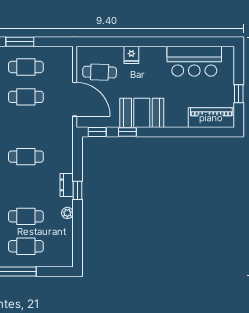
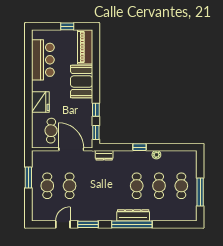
window: (20, 42) -> (28, 178), moved
fridge: (131, 55) -> (40, 102), width x1.88, depth x1.34
door: (75, 99) -> (71, 149), hinge flipped
booth: (142, 113) -> (82, 81), moved
cafe table: (26, 157) -> (137, 186), moved
dresser: (67, 185) -> (104, 155), moved

